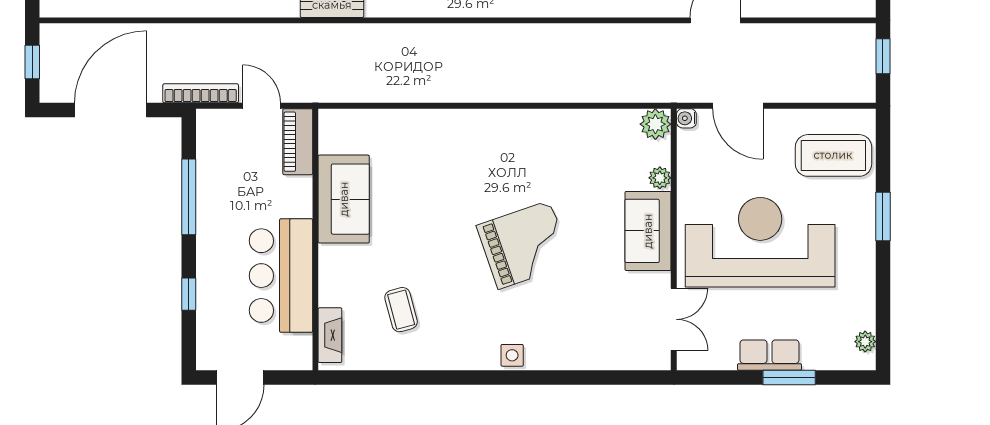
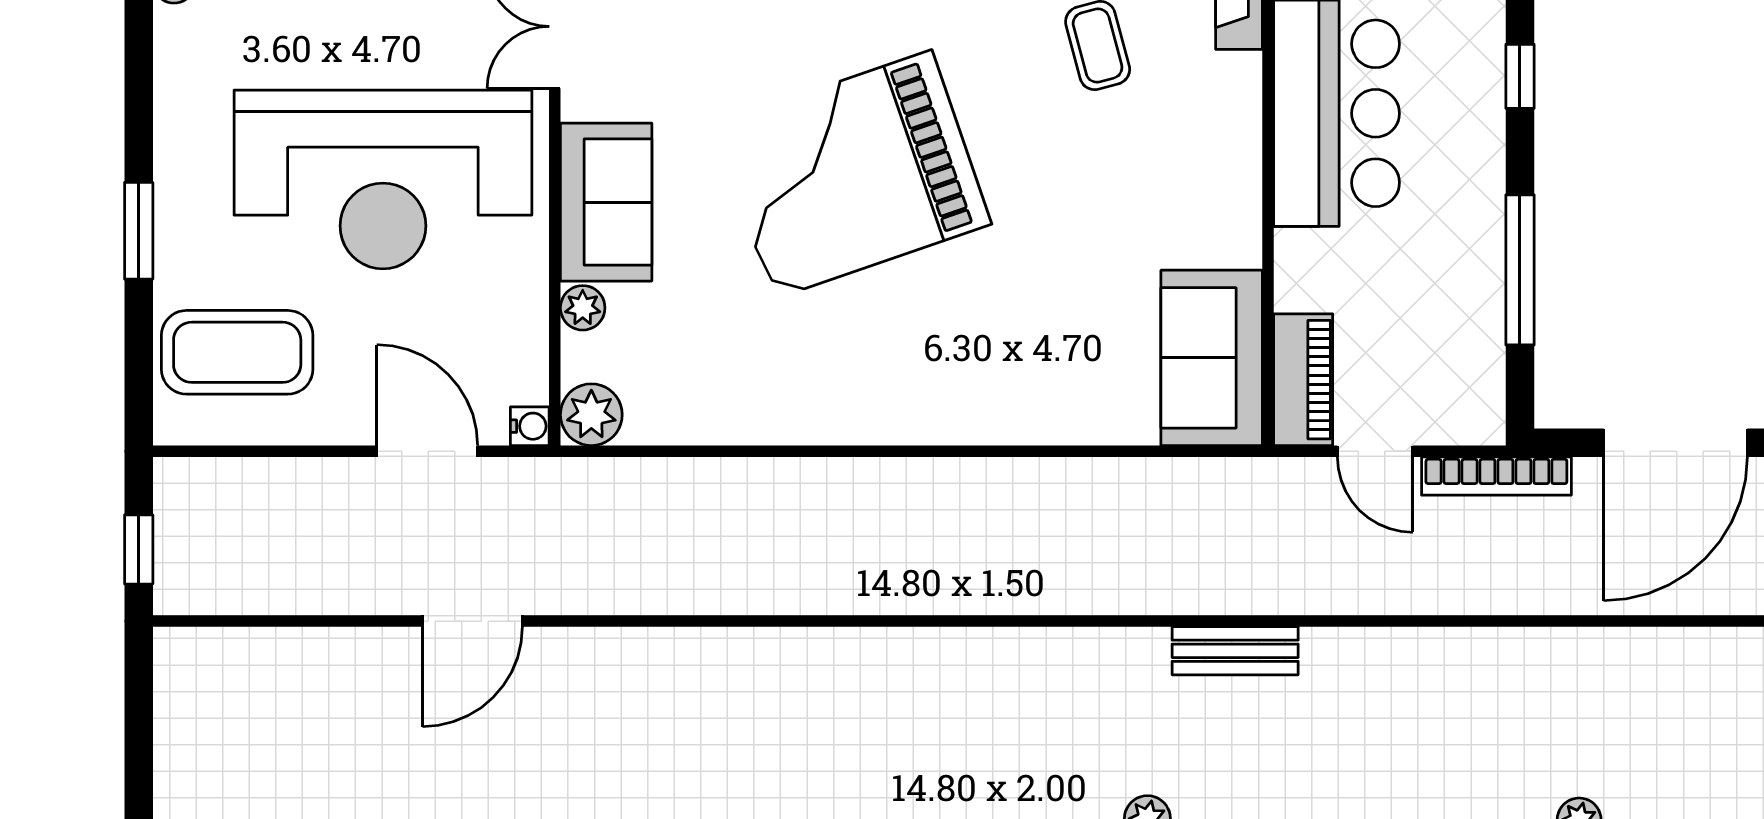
sofa: (344, 199) -> (1212, 358), moved
grand piano: (524, 245) -> (853, 174), width x1.37, depth x1.48

